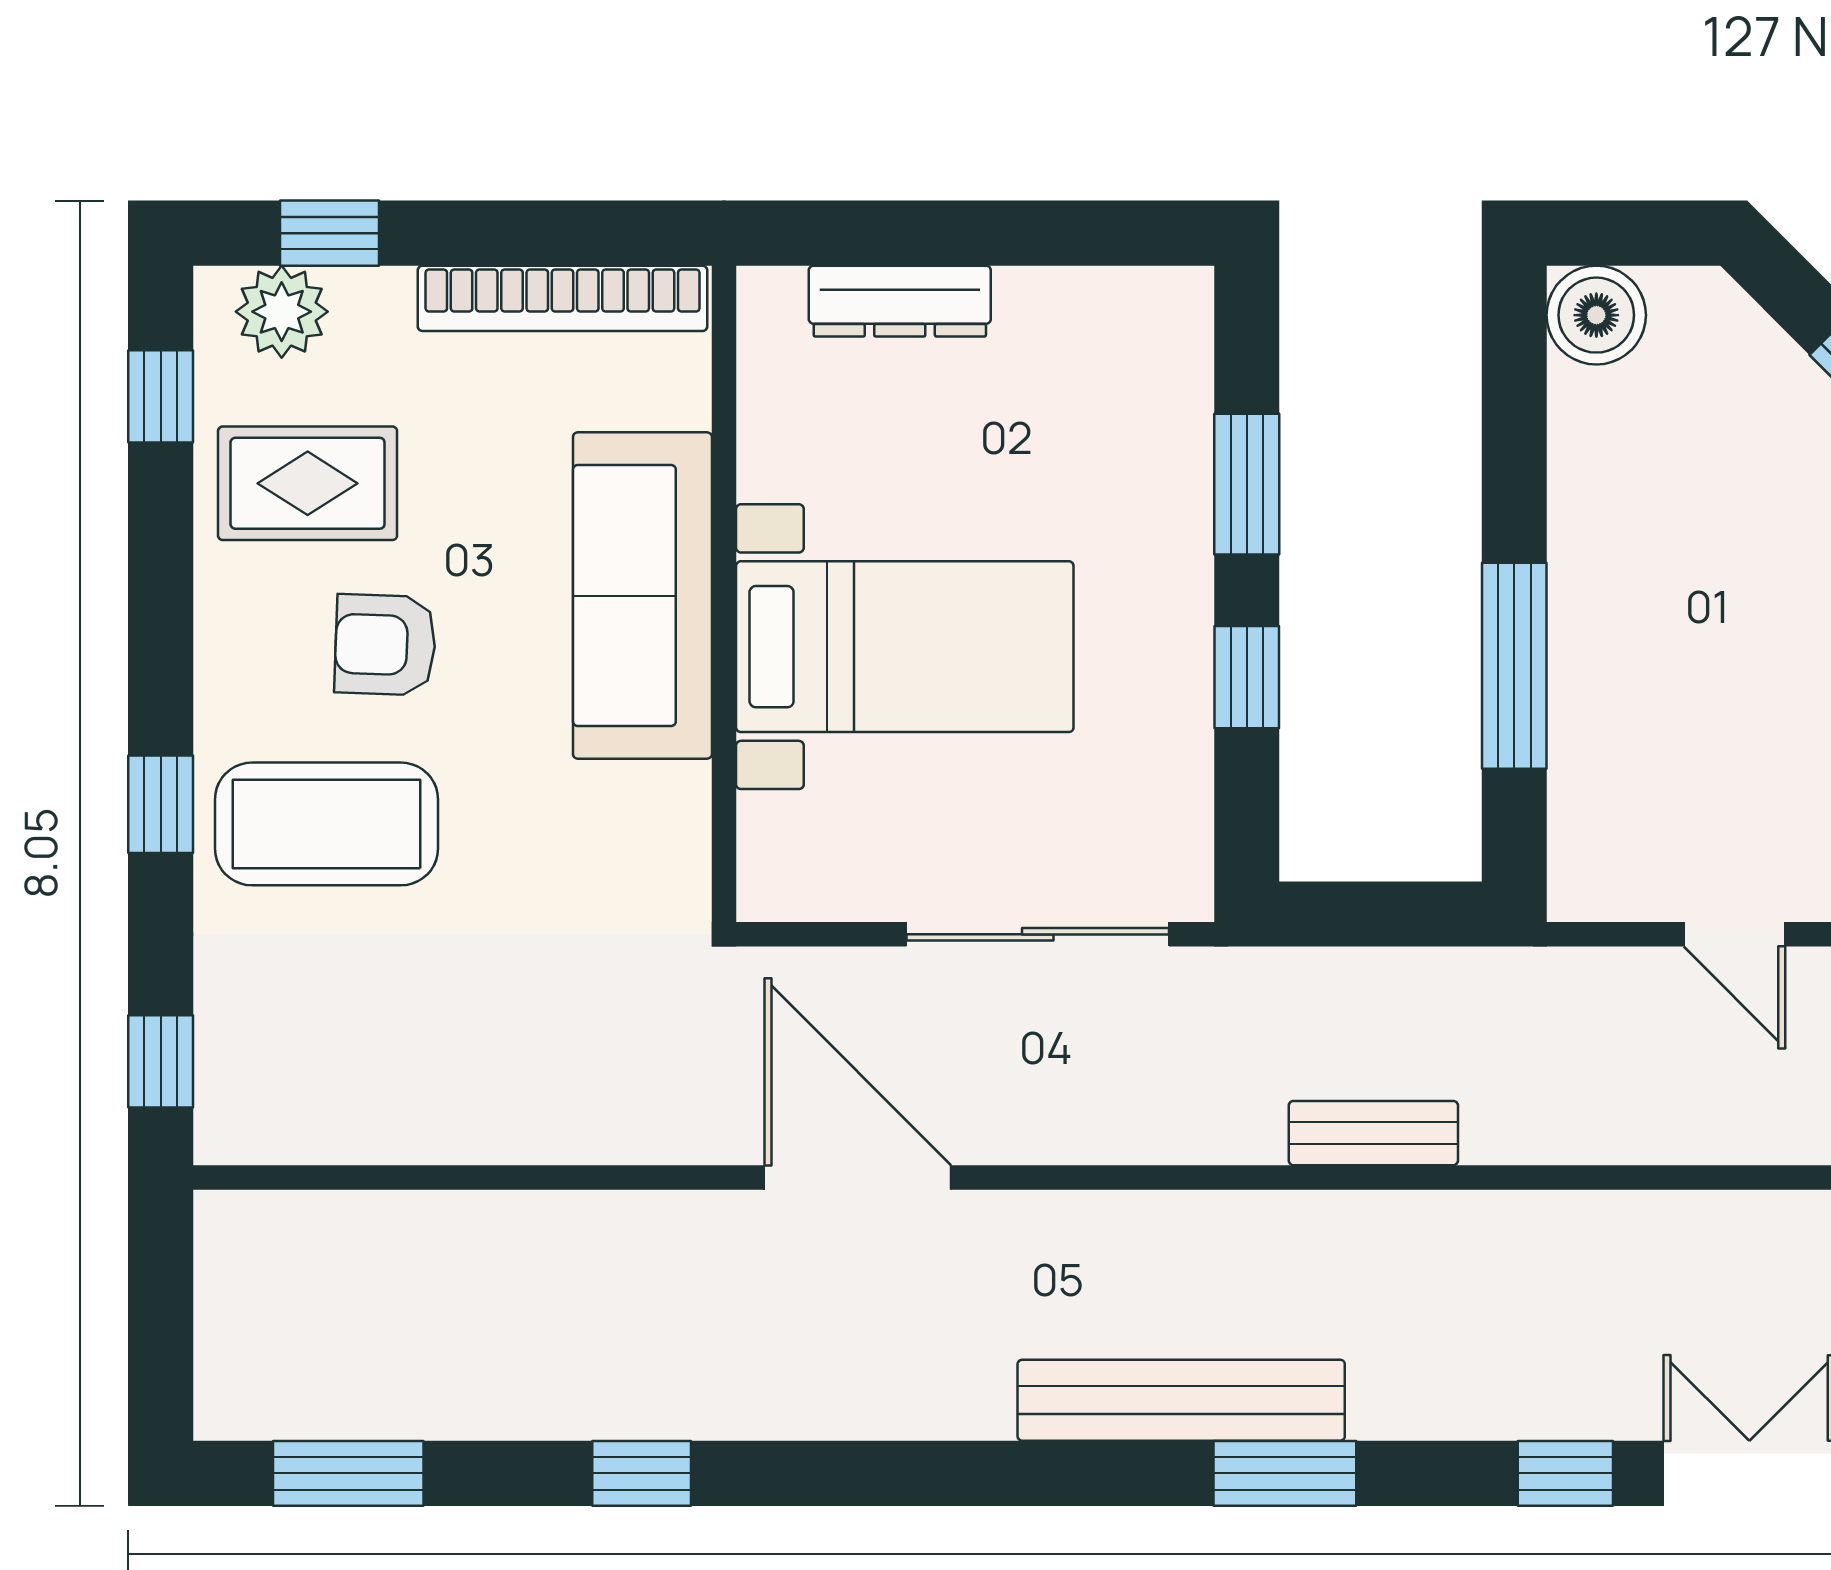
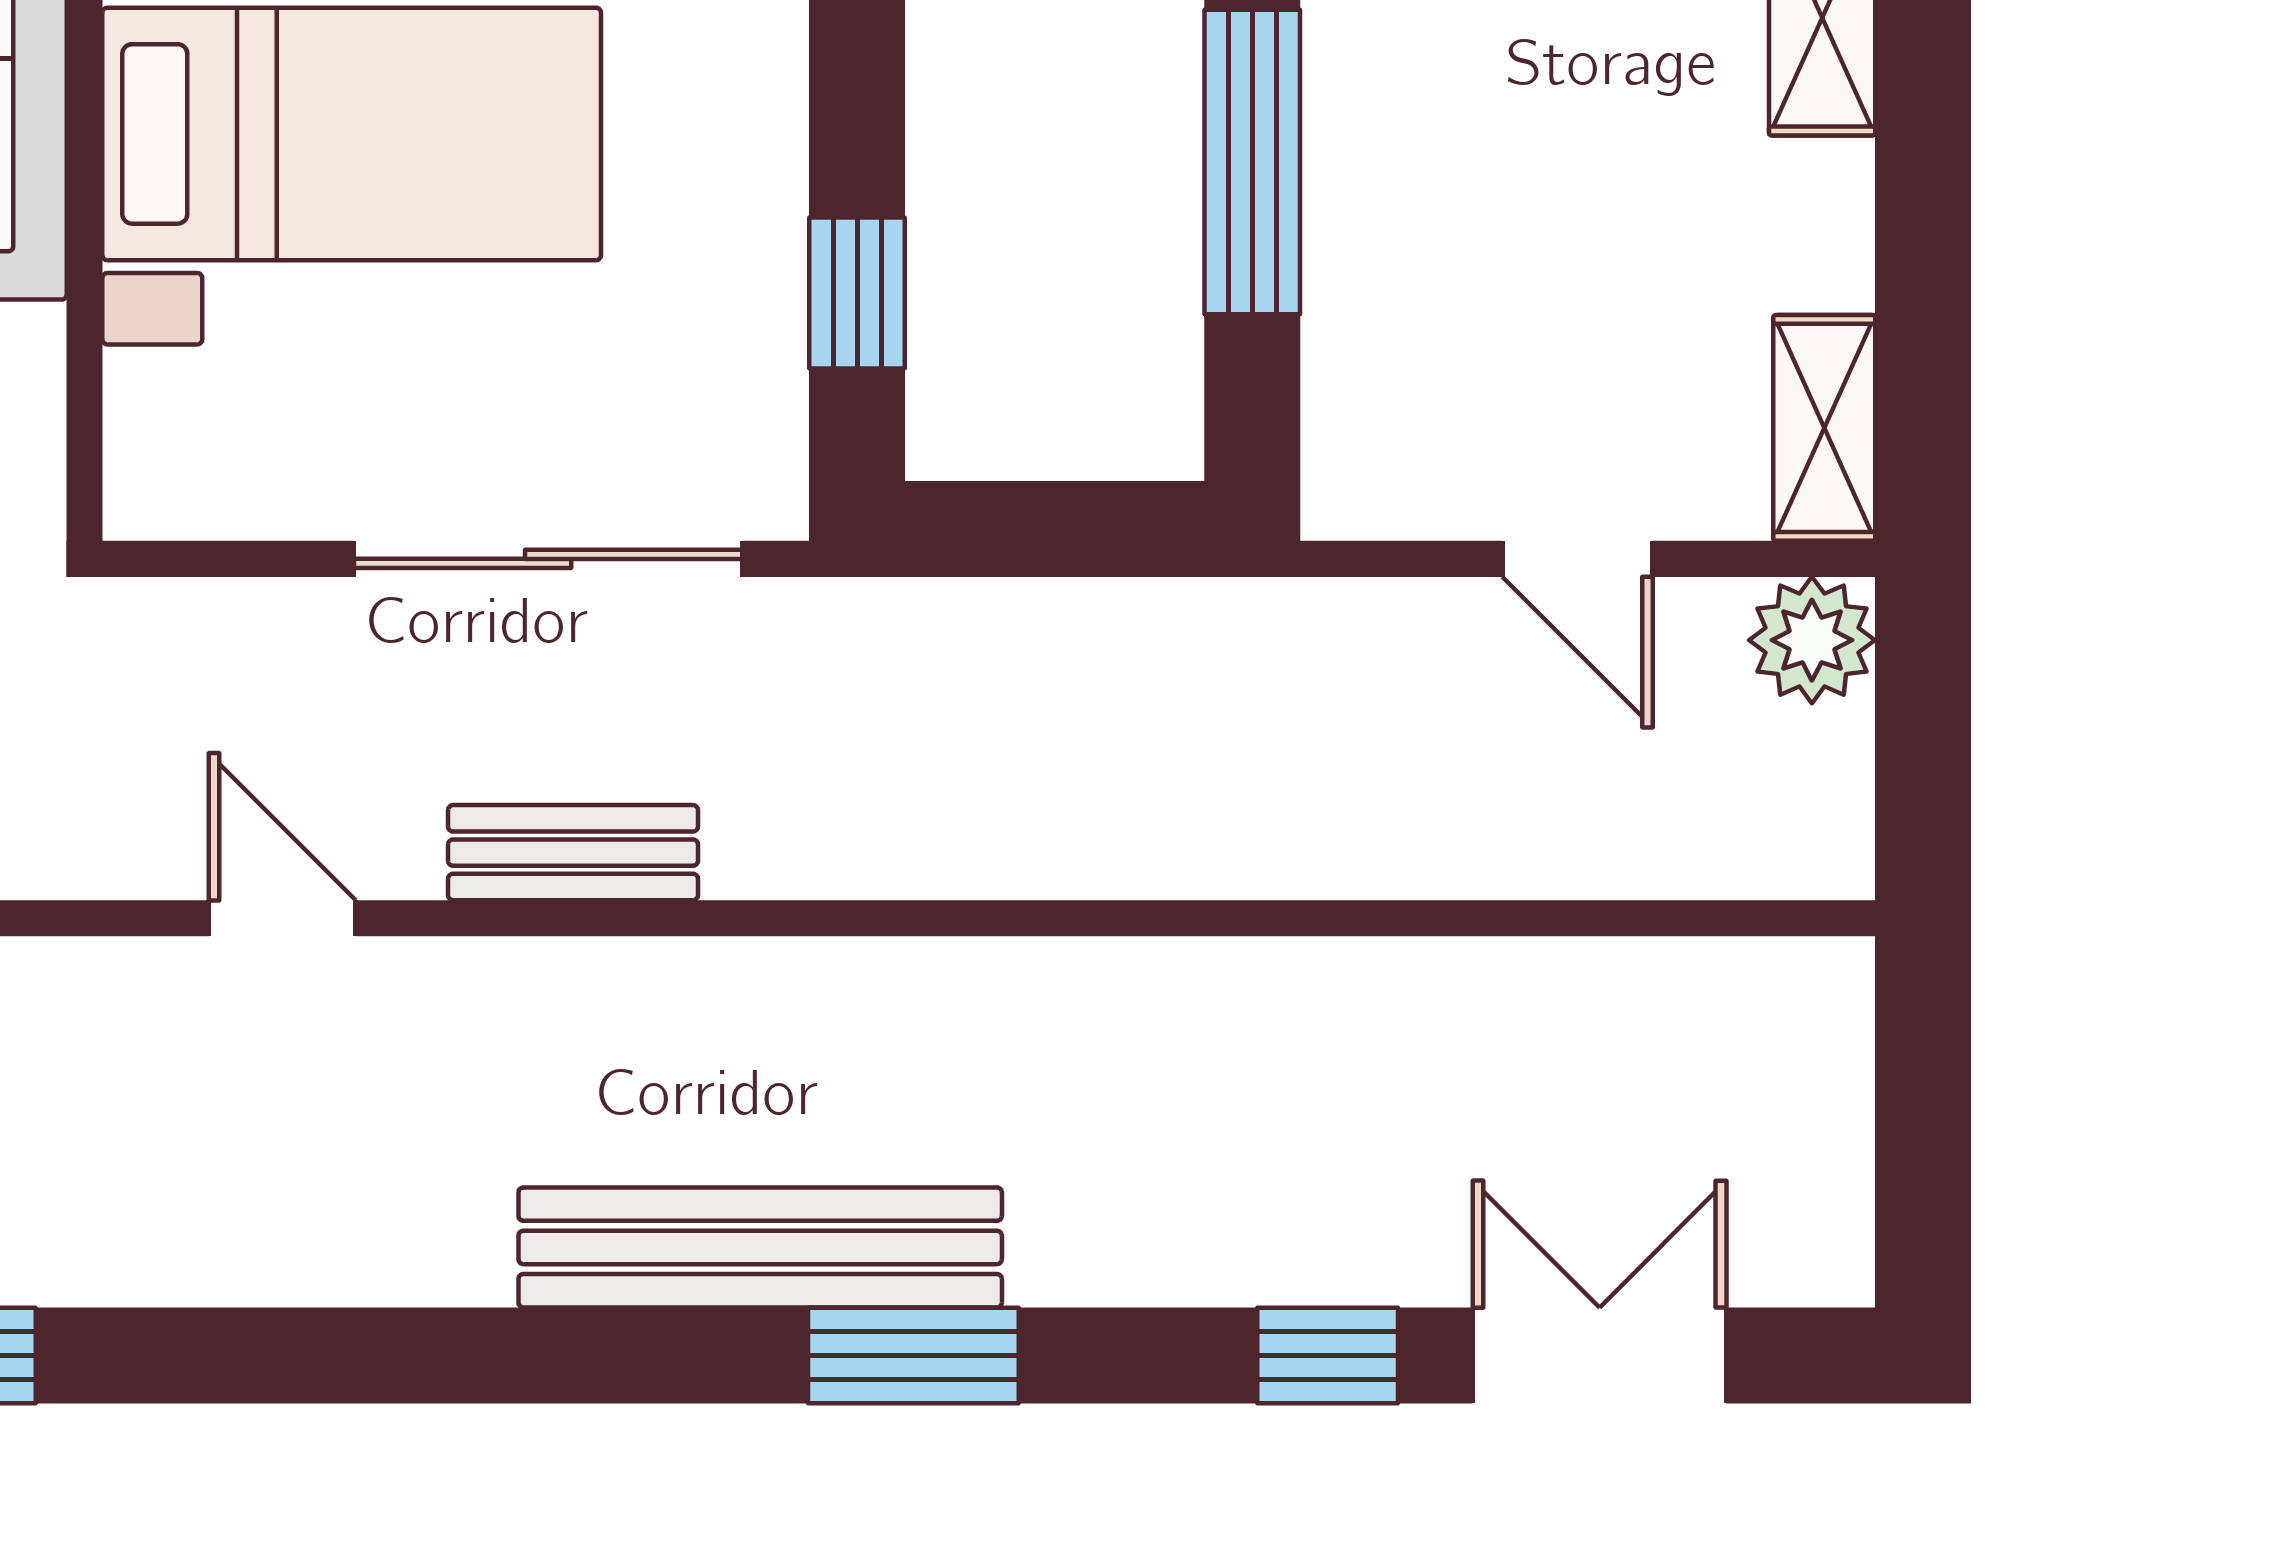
window: (1247, 677) -> (857, 293), moved
bench: (1373, 1133) -> (573, 853), moved
door: (858, 1177) -> (282, 918), width x0.53

